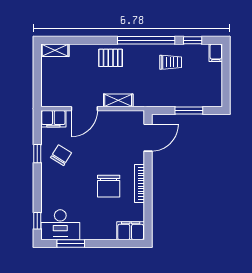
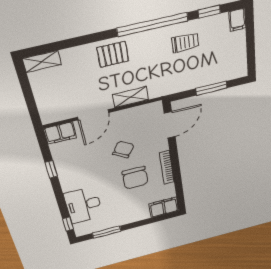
chair: (61, 155) -> (123, 149), moved
desk: (60, 225) -> (83, 205), moved, turned 90

